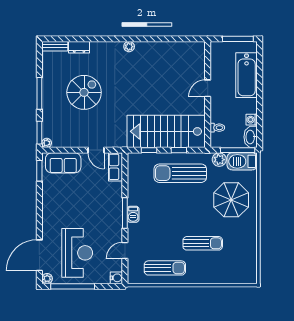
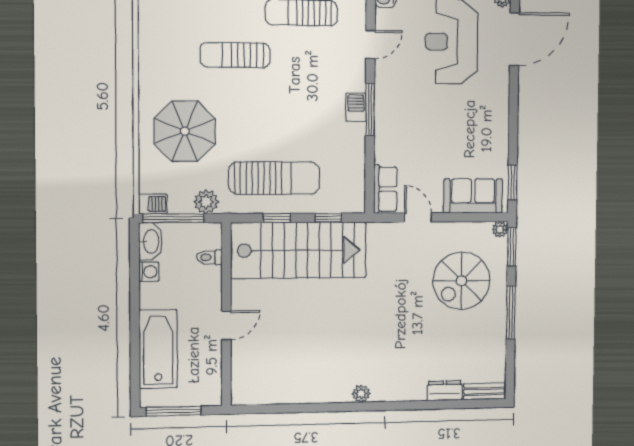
spiral stairs: (84, 92) -> (462, 281), moved
barbecue: (242, 161) -> (153, 204), width x0.53, depth x0.65

